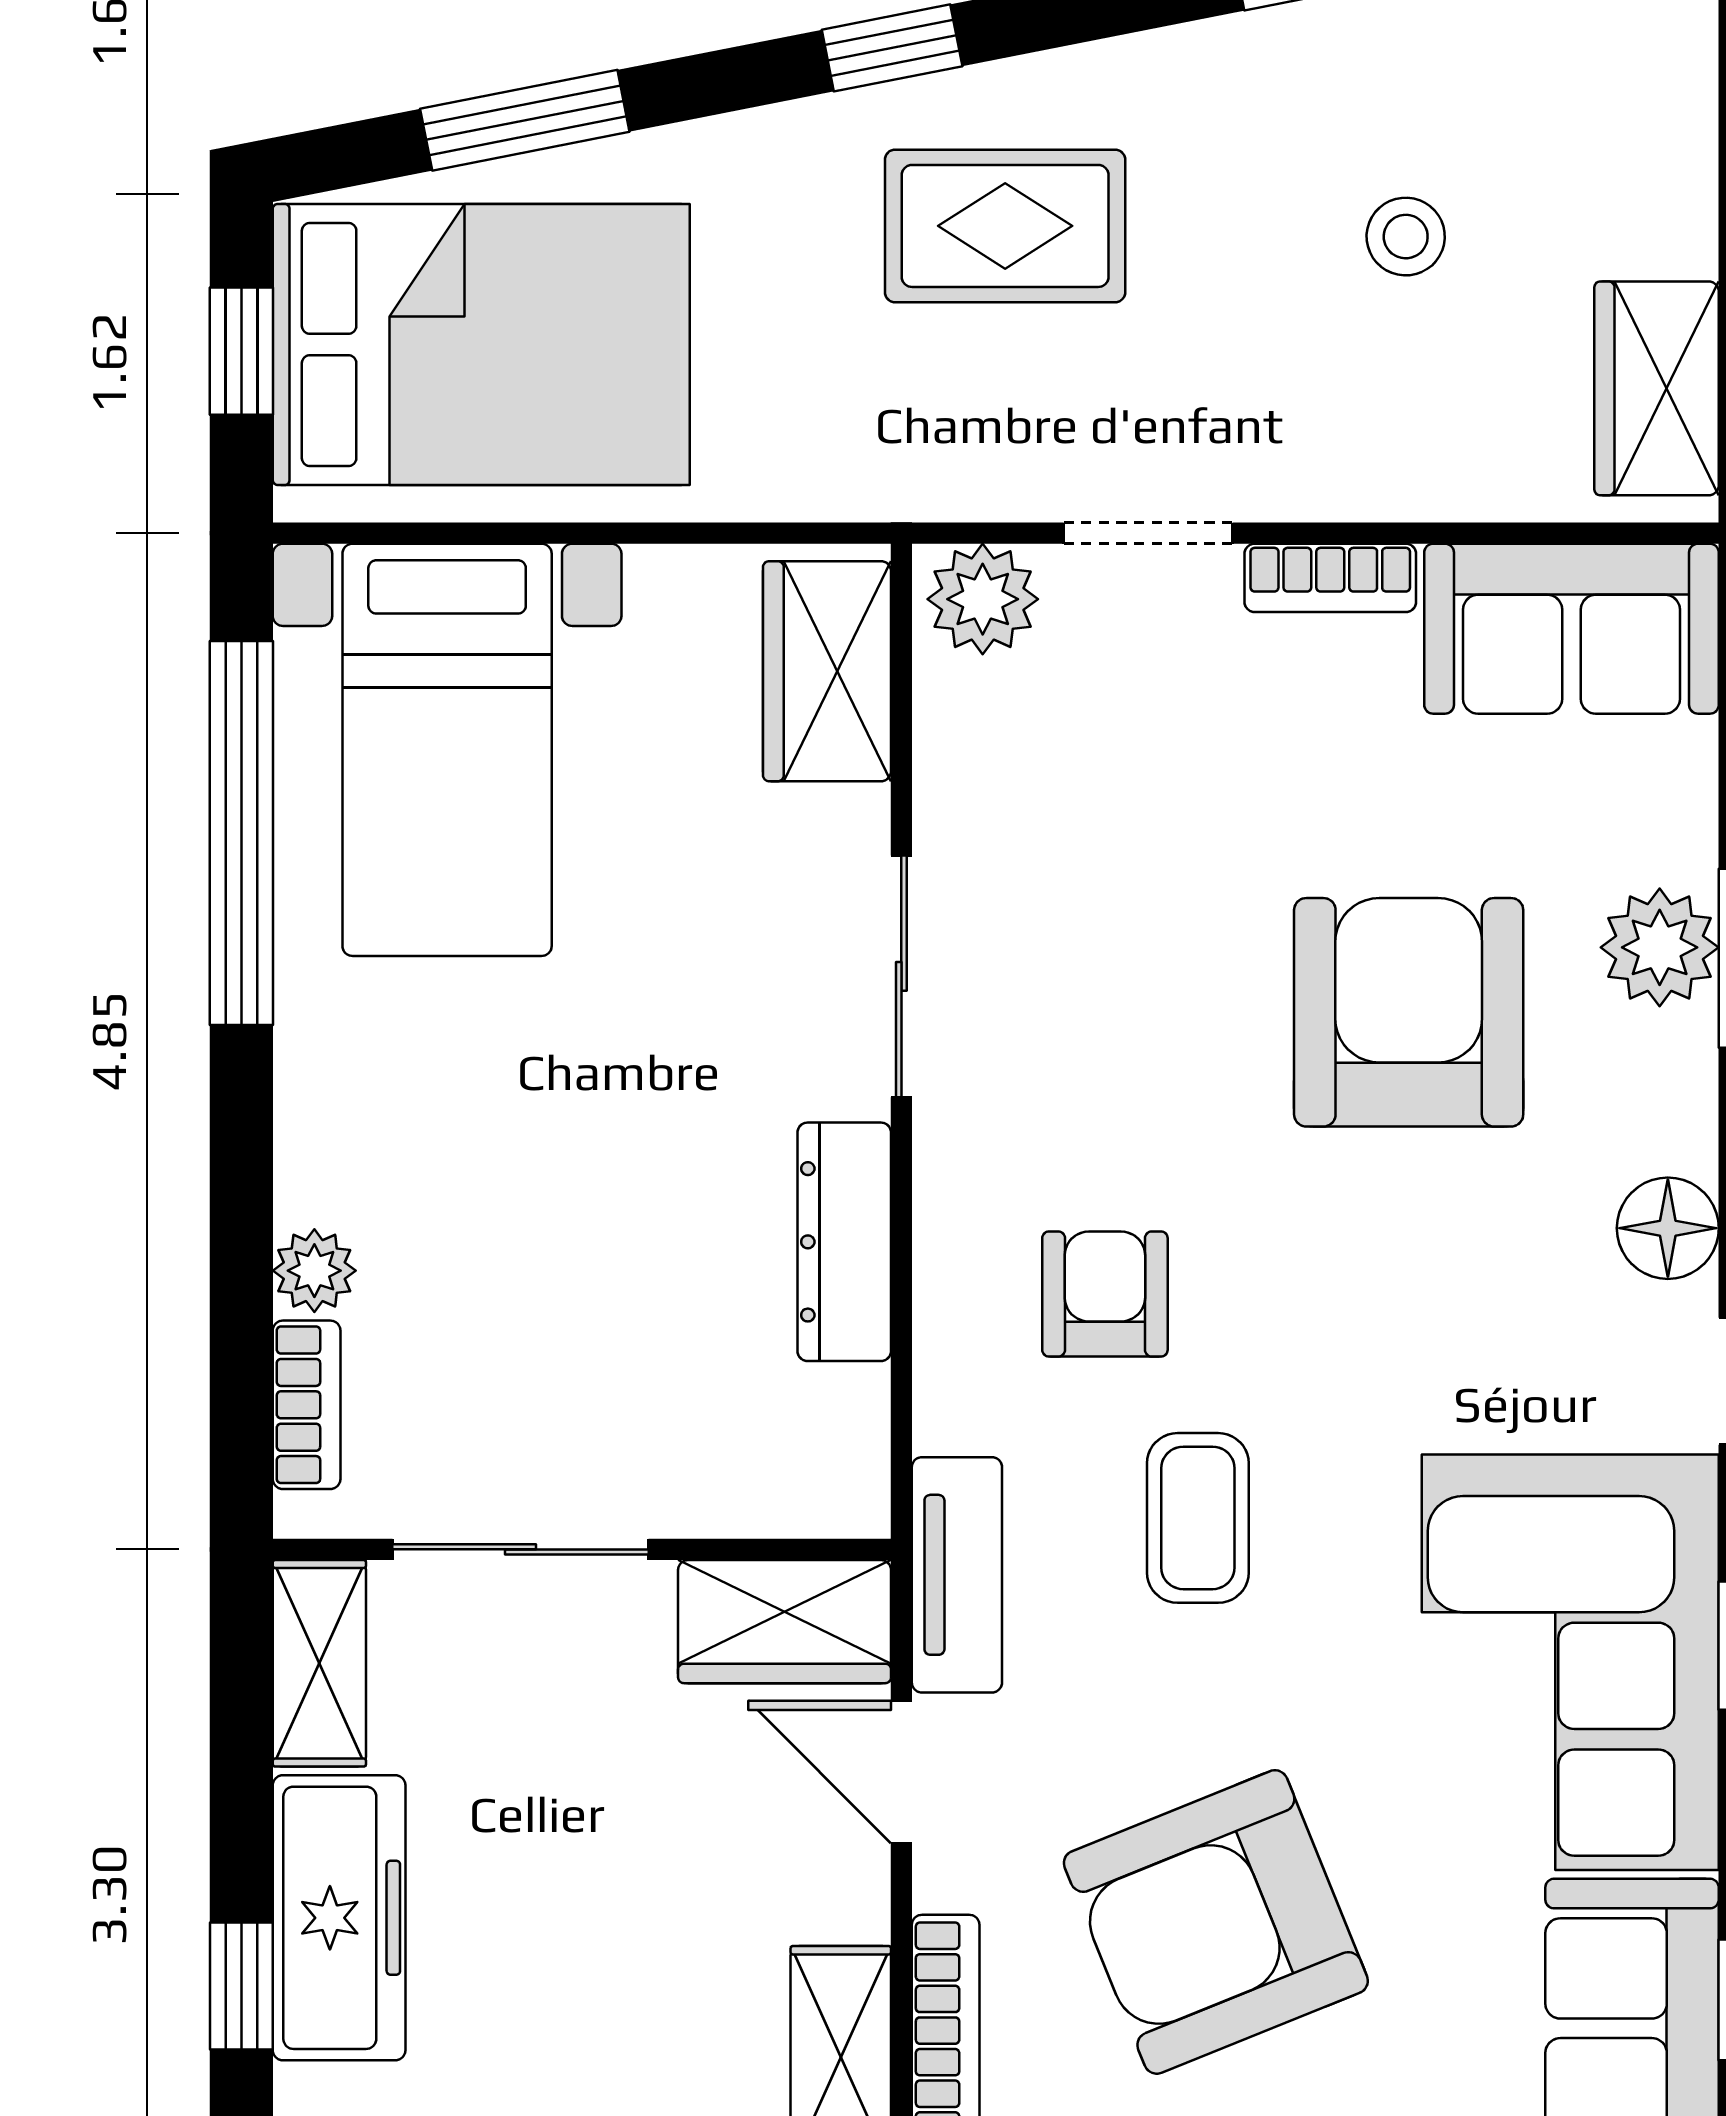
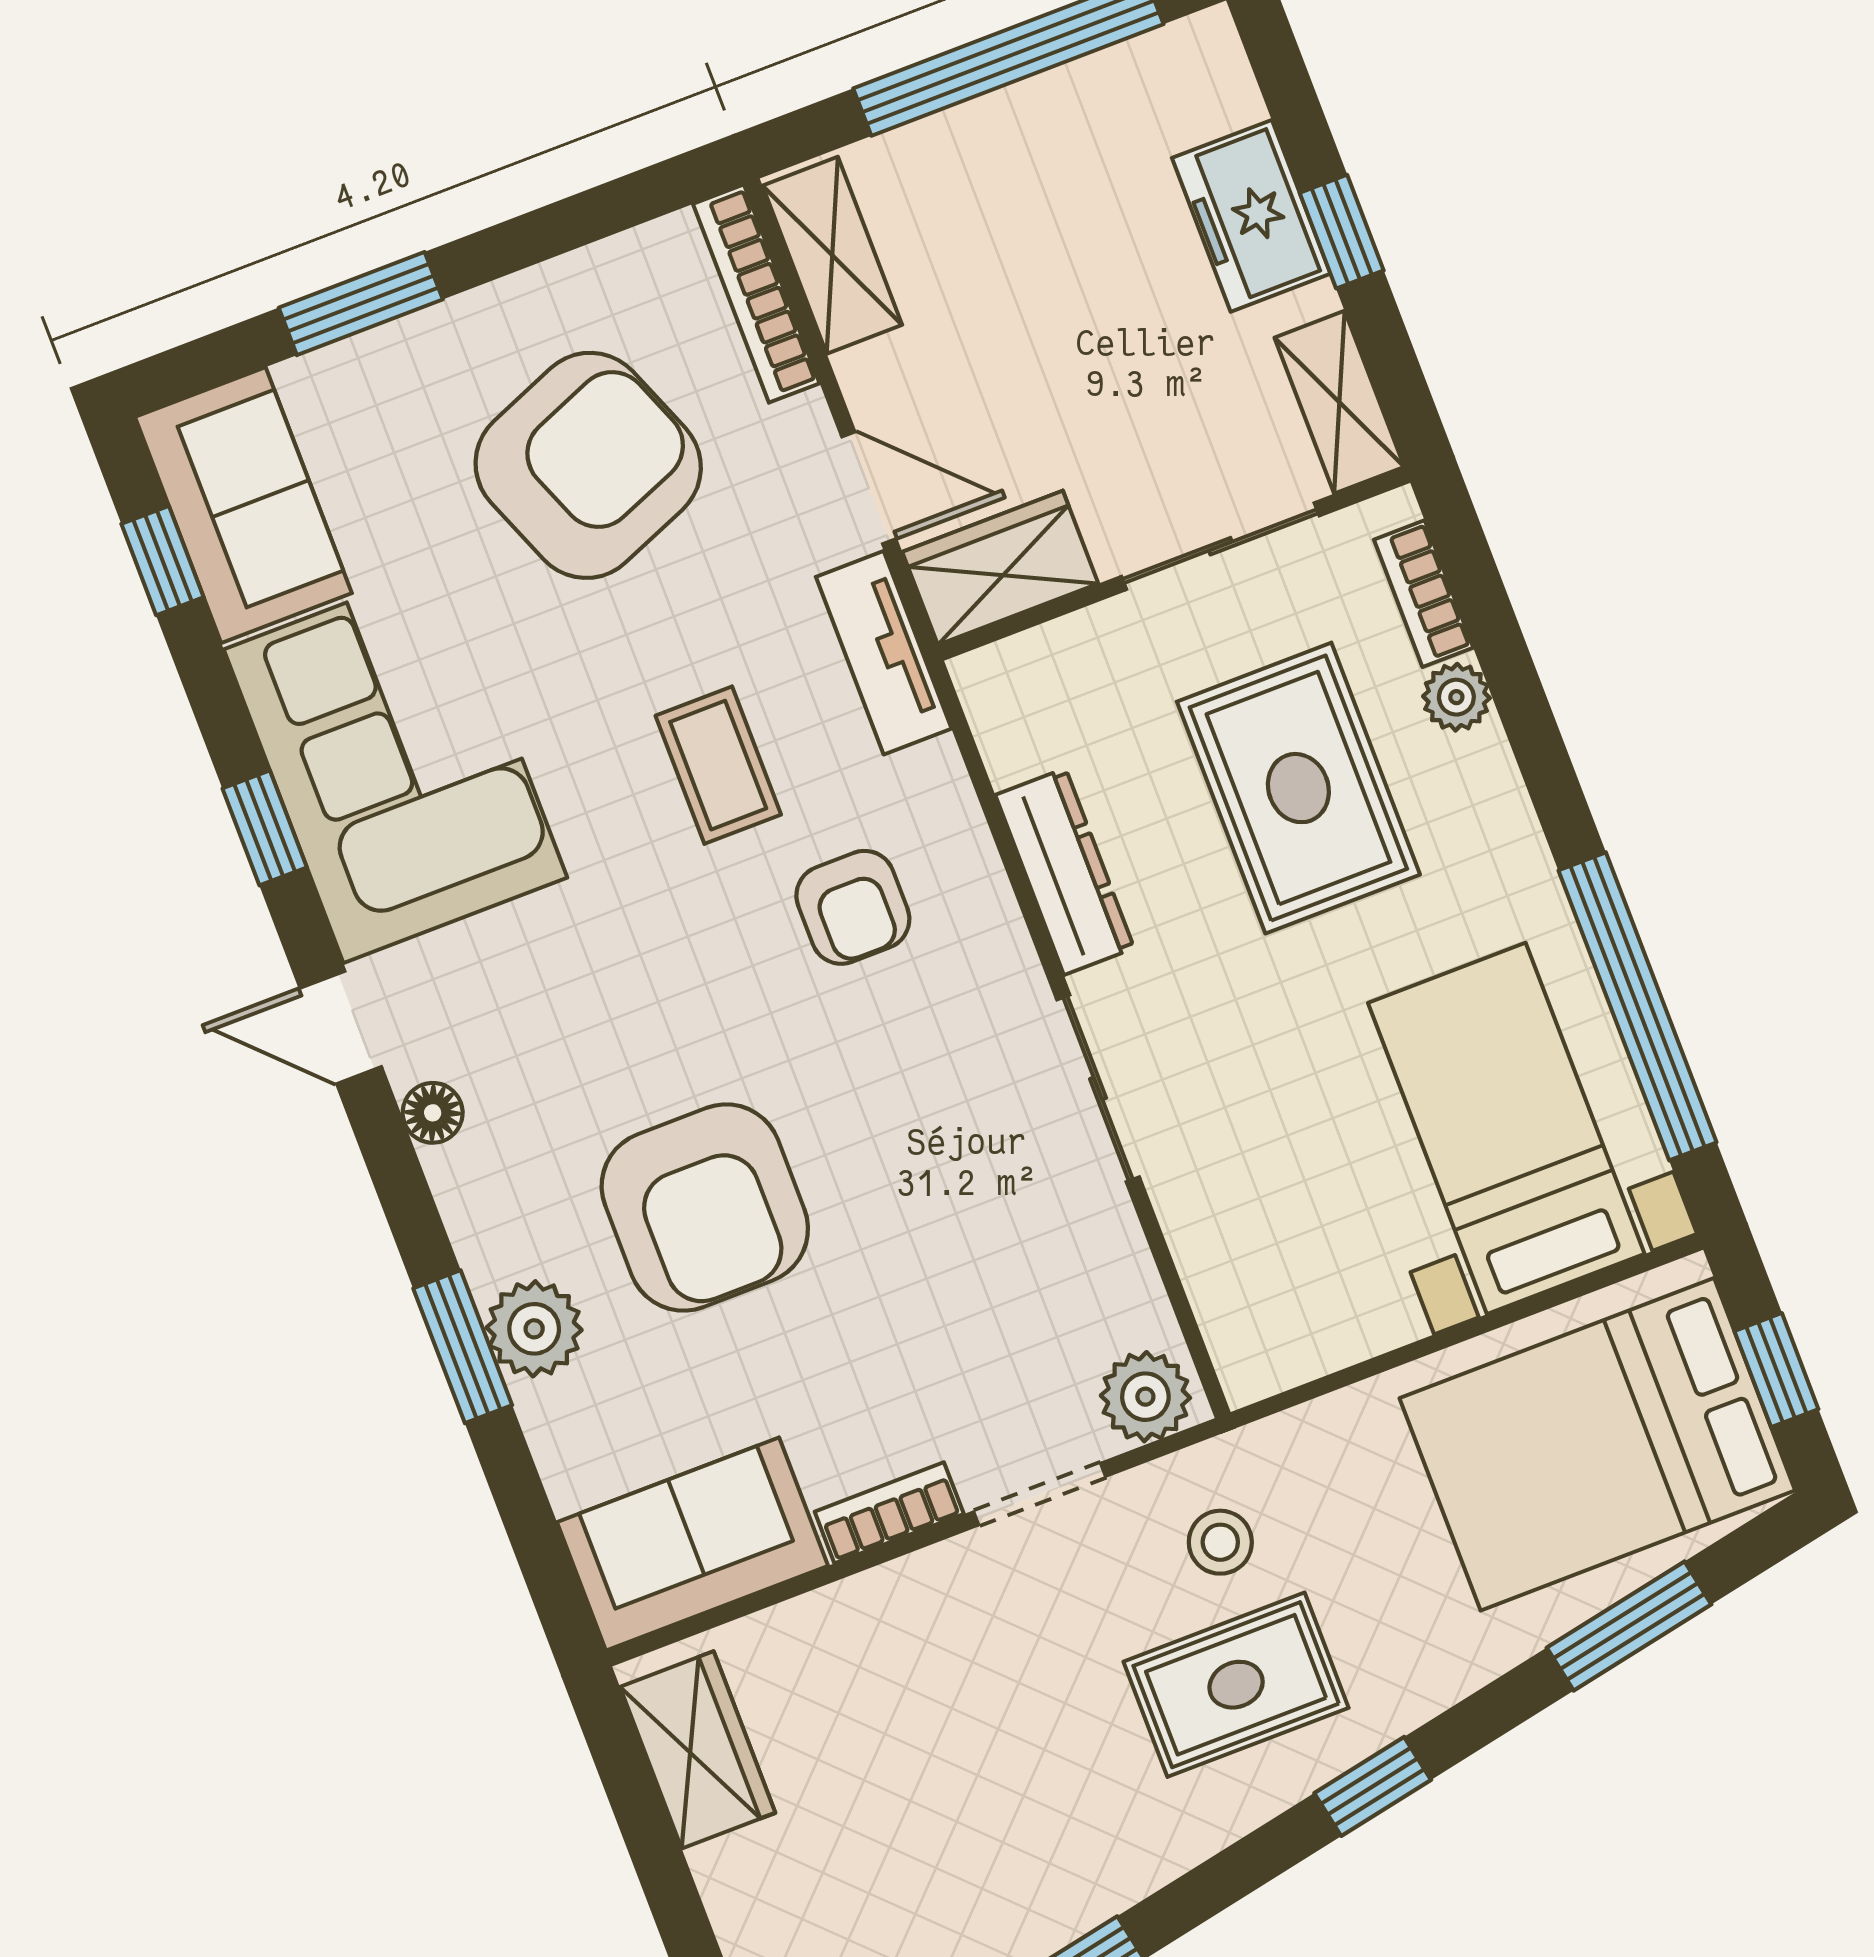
stool: (1406, 237) -> (1220, 1542), moved
wardrobe: (827, 671) -> (1242, 1297), removed
floor lamp: (1668, 1228) -> (433, 1113), width x0.73, depth x0.73
rug: (537, 1235) -> (1298, 788), added
freezer: (339, 1918) -> (1251, 216), width x0.71
window: (241, 1986) -> (1342, 232), moved

